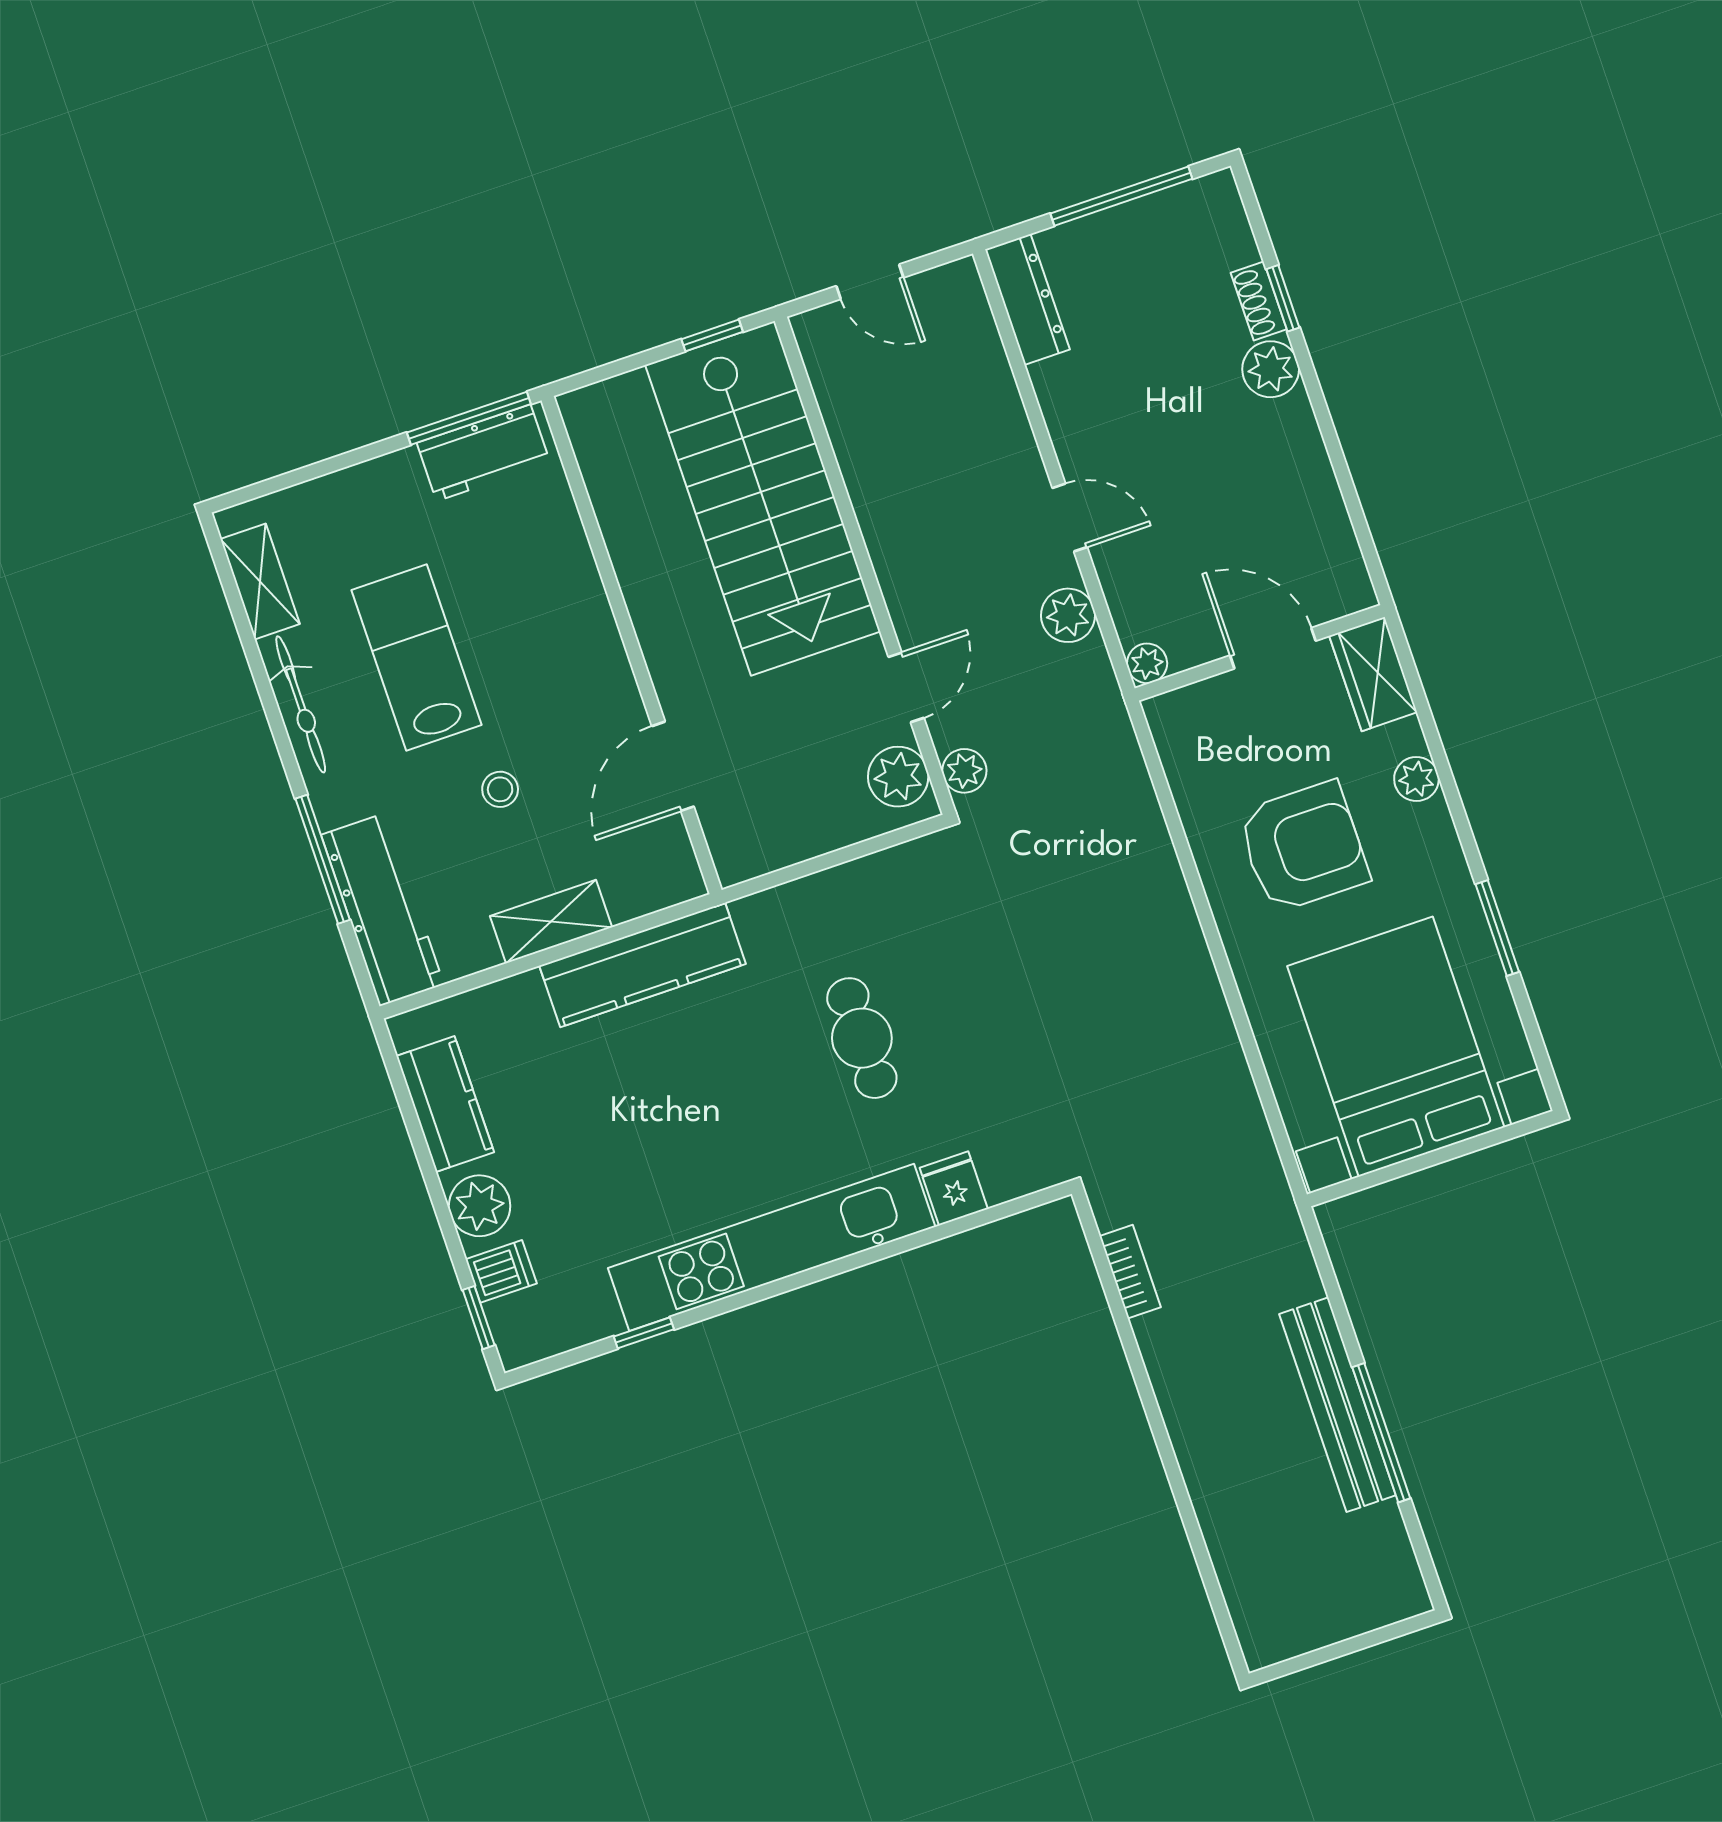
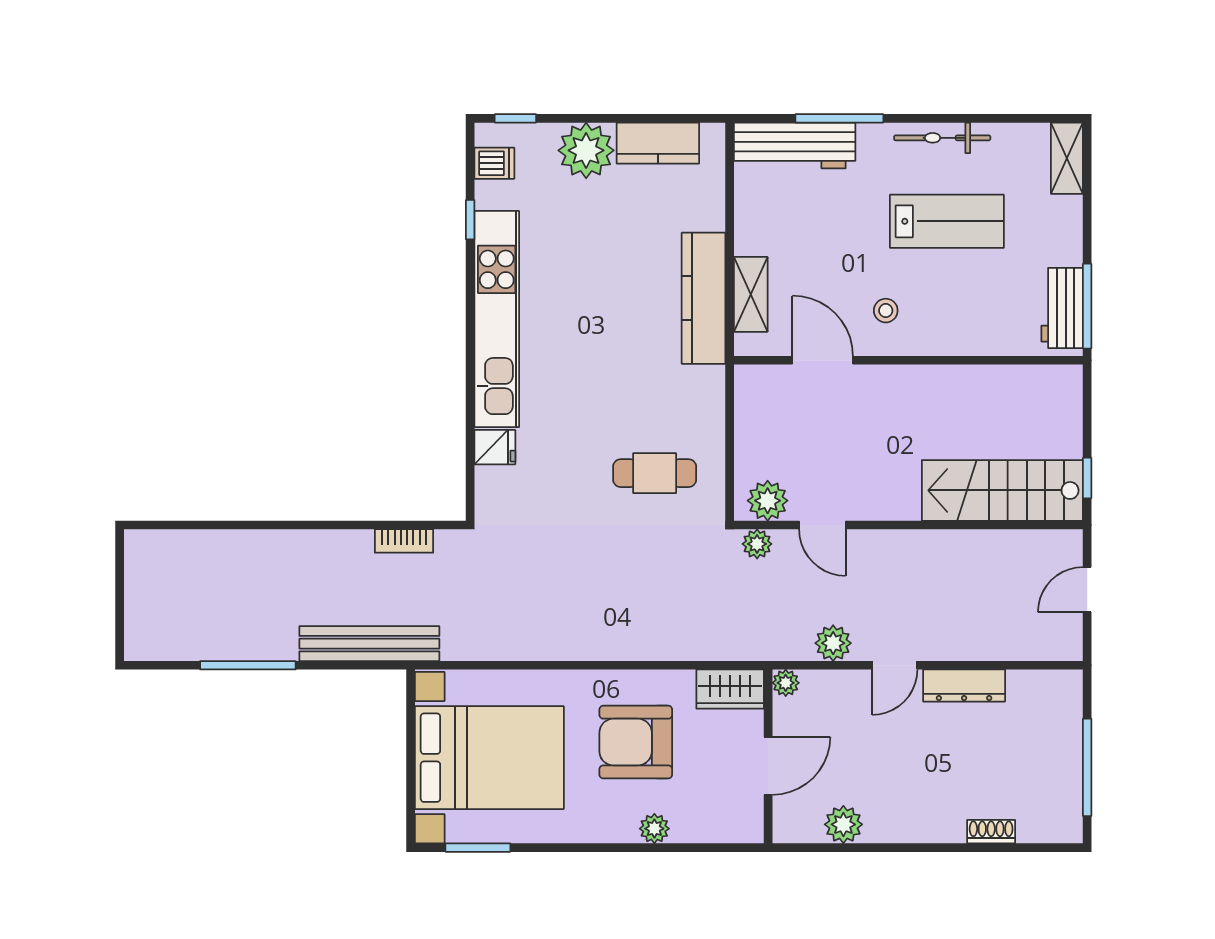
window: (1283, 298) -> (988, 848), removed
dresser: (1027, 299) -> (964, 686), moved
plant: (1271, 369) -> (843, 824), moved
stairs: (763, 498) -> (1002, 490), width x0.73, depth x0.66
shelving: (260, 581) -> (1067, 158), moved, turned 90
wardrobe: (1373, 674) -> (730, 689), moved, turned 180
stool: (500, 789) -> (886, 311), moved
armchair: (1303, 847) -> (636, 742), turned 90
shelving: (551, 922) -> (751, 294), moved
window: (1497, 928) -> (478, 848), moved
cafe table: (862, 1038) -> (655, 473), moved
plant: (480, 1206) -> (586, 150), width x1.36, depth x1.36
dishwasher: (501, 1271) -> (494, 163), moved, turned -90
bench: (1338, 1405) -> (369, 644), moved

